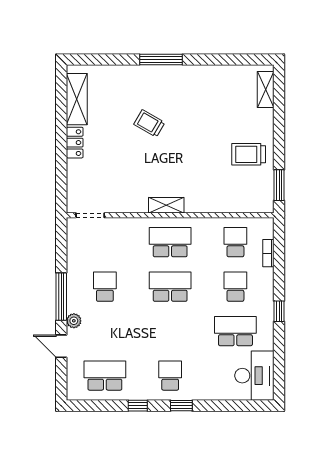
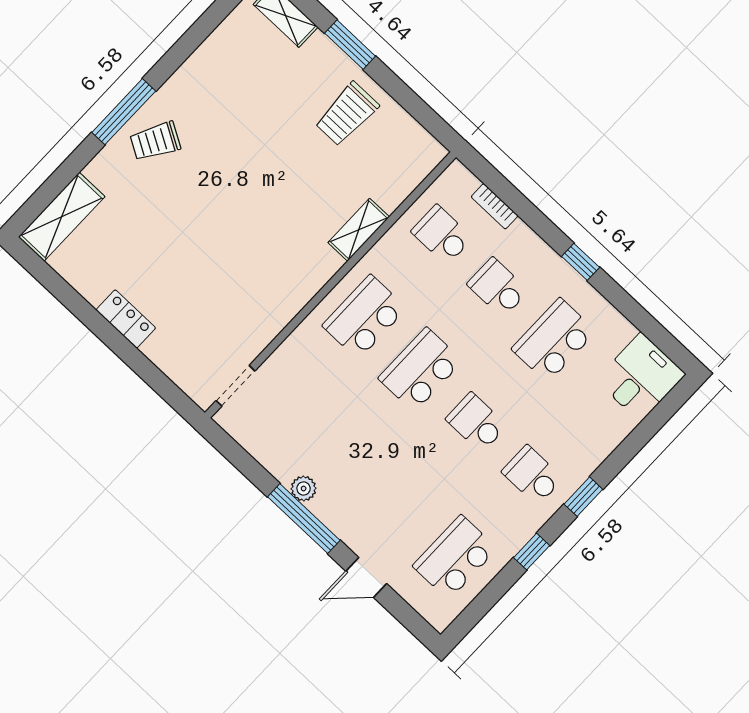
shelving: (77, 99) -> (62, 217), moved, turned 90
trolley: (149, 123) -> (155, 141), moved
window: (279, 185) -> (350, 45), moved
shelving: (166, 205) -> (359, 230), moved
school desk: (105, 287) -> (476, 422), moved
plant: (74, 321) -> (304, 489), moved
desk: (254, 376) -> (641, 377), width x0.73

